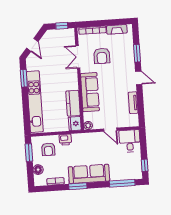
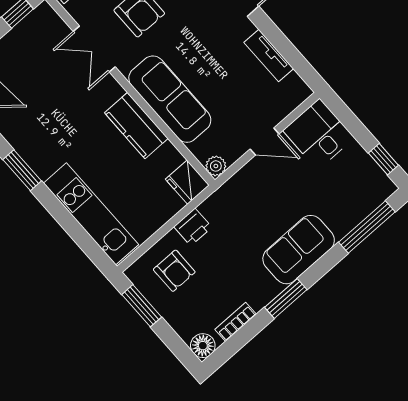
kitchen unit: (35, 102) -> (91, 214), width x0.73
kitchen counter: (73, 103) -> (136, 126), moved
floor lamp: (38, 170) -> (203, 346), moved
sofa: (89, 174) -> (299, 250), width x0.73

